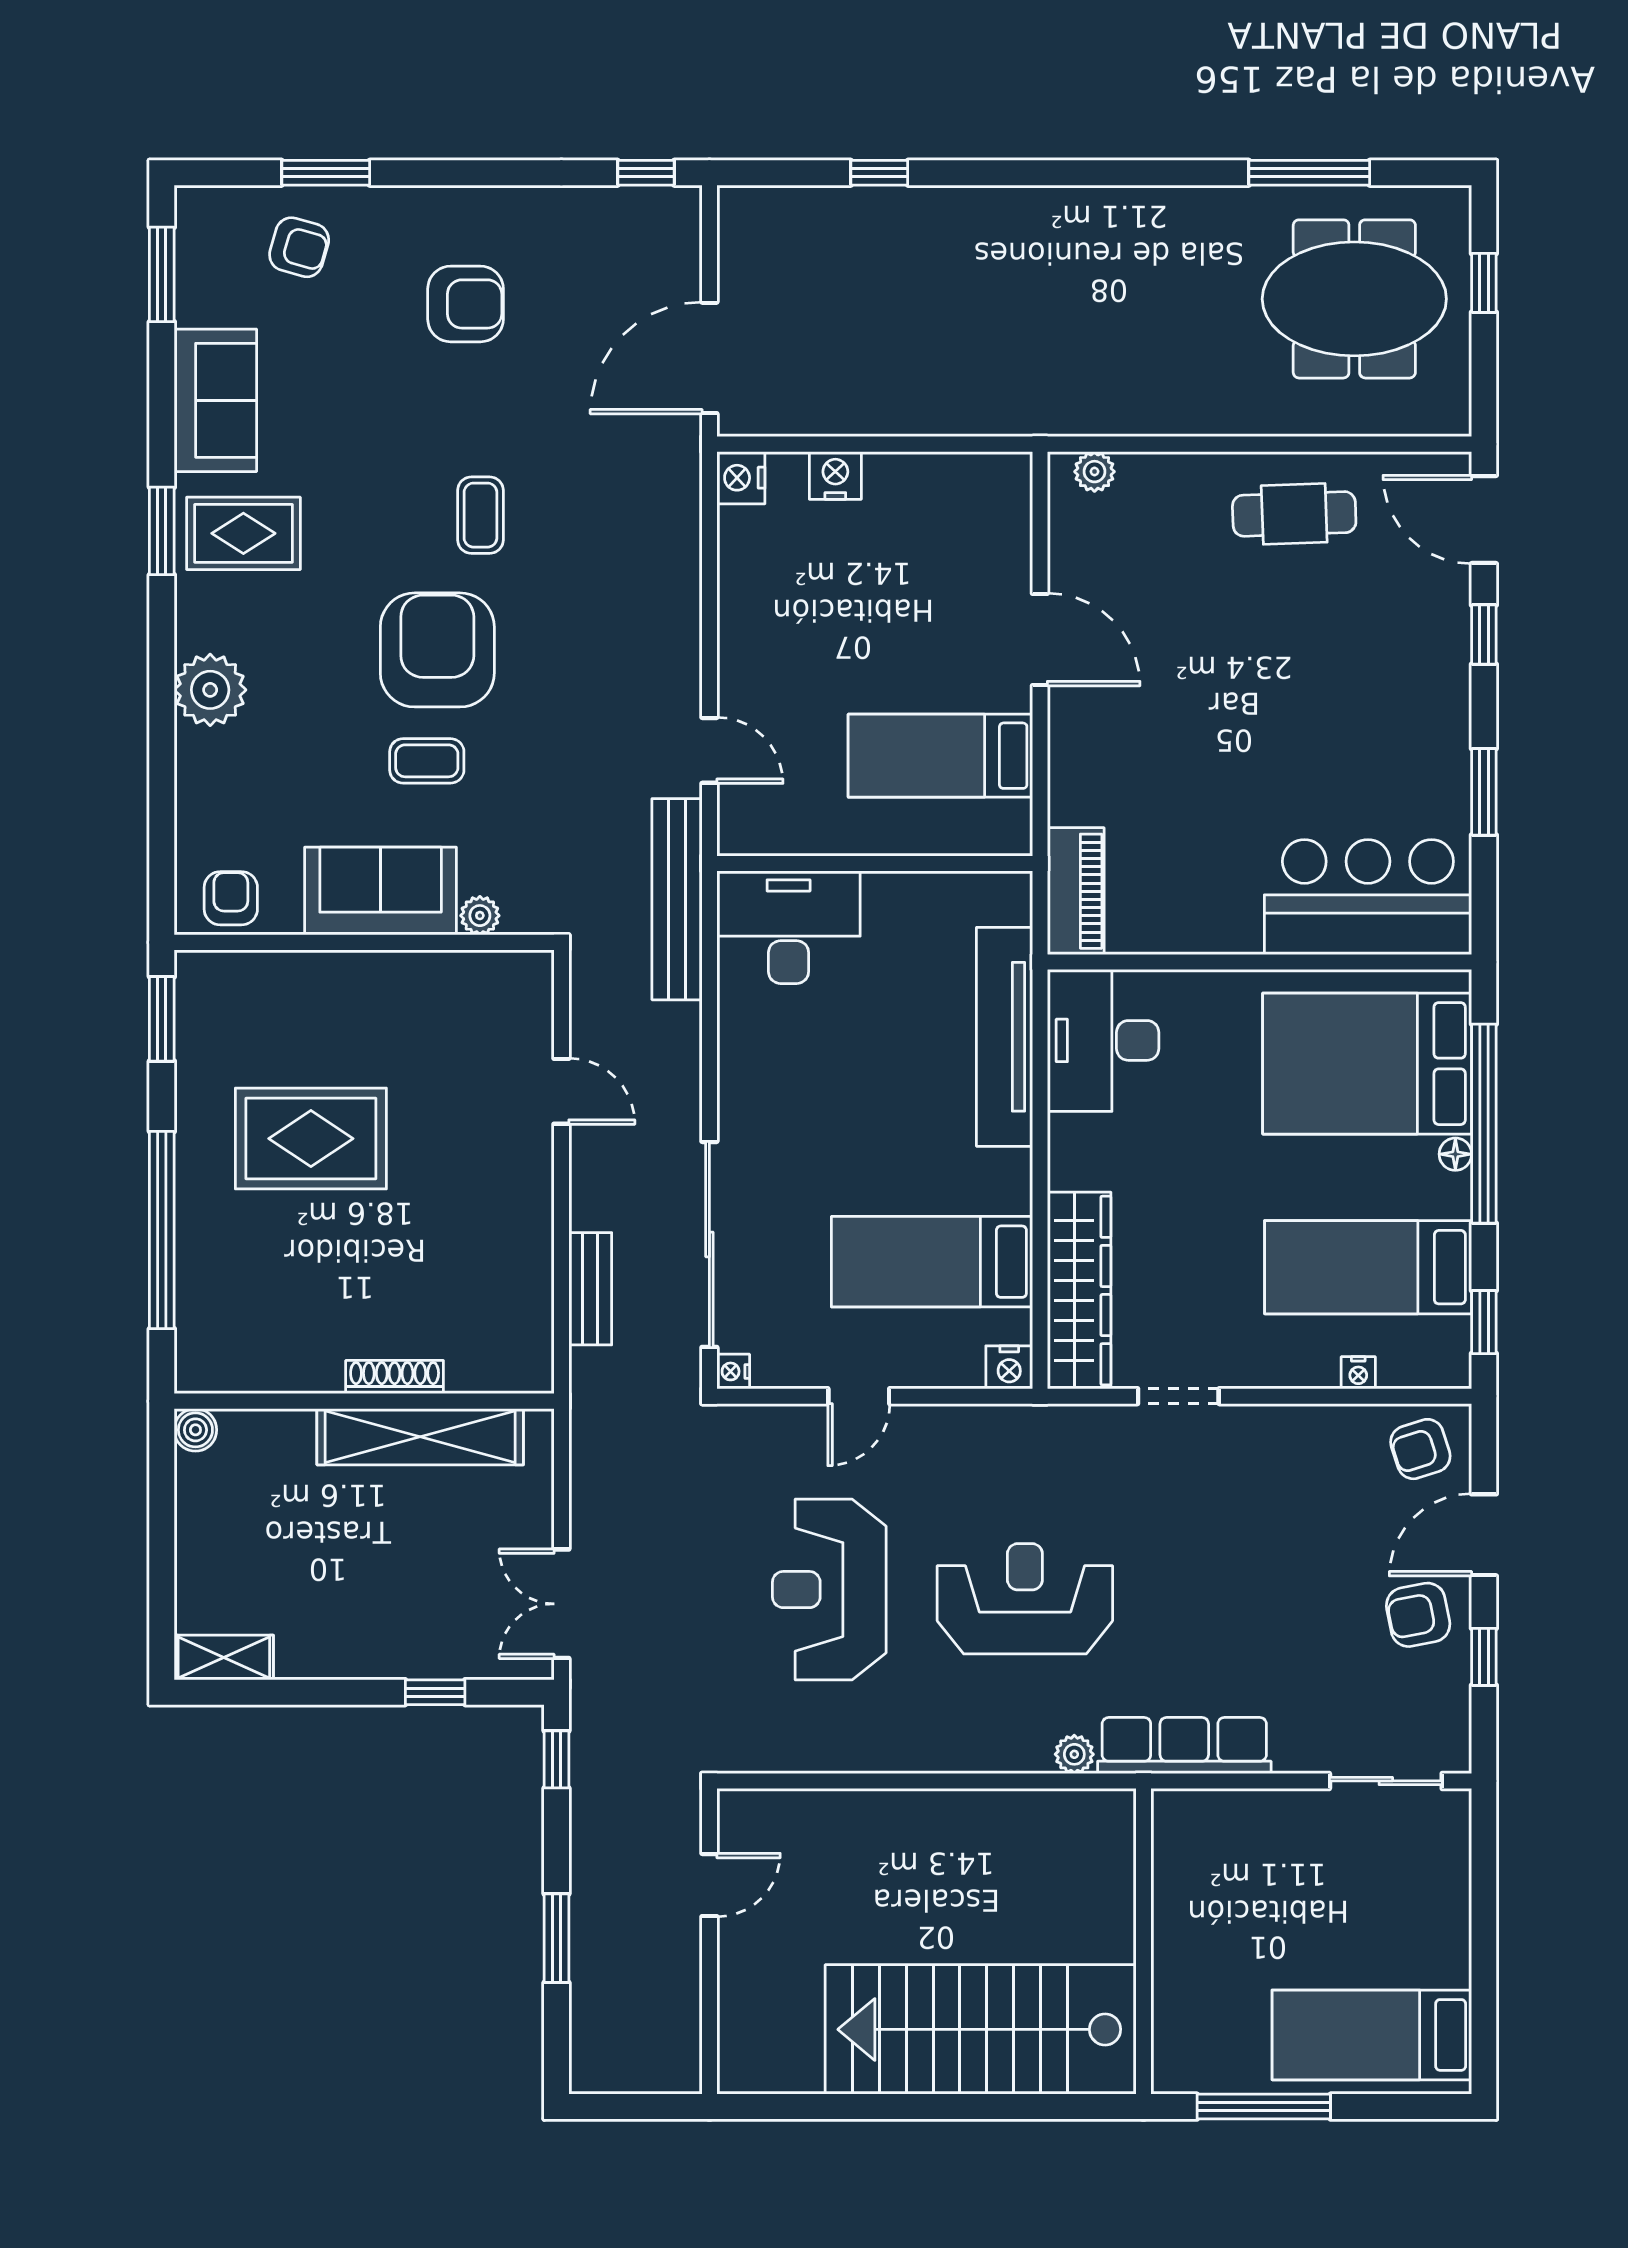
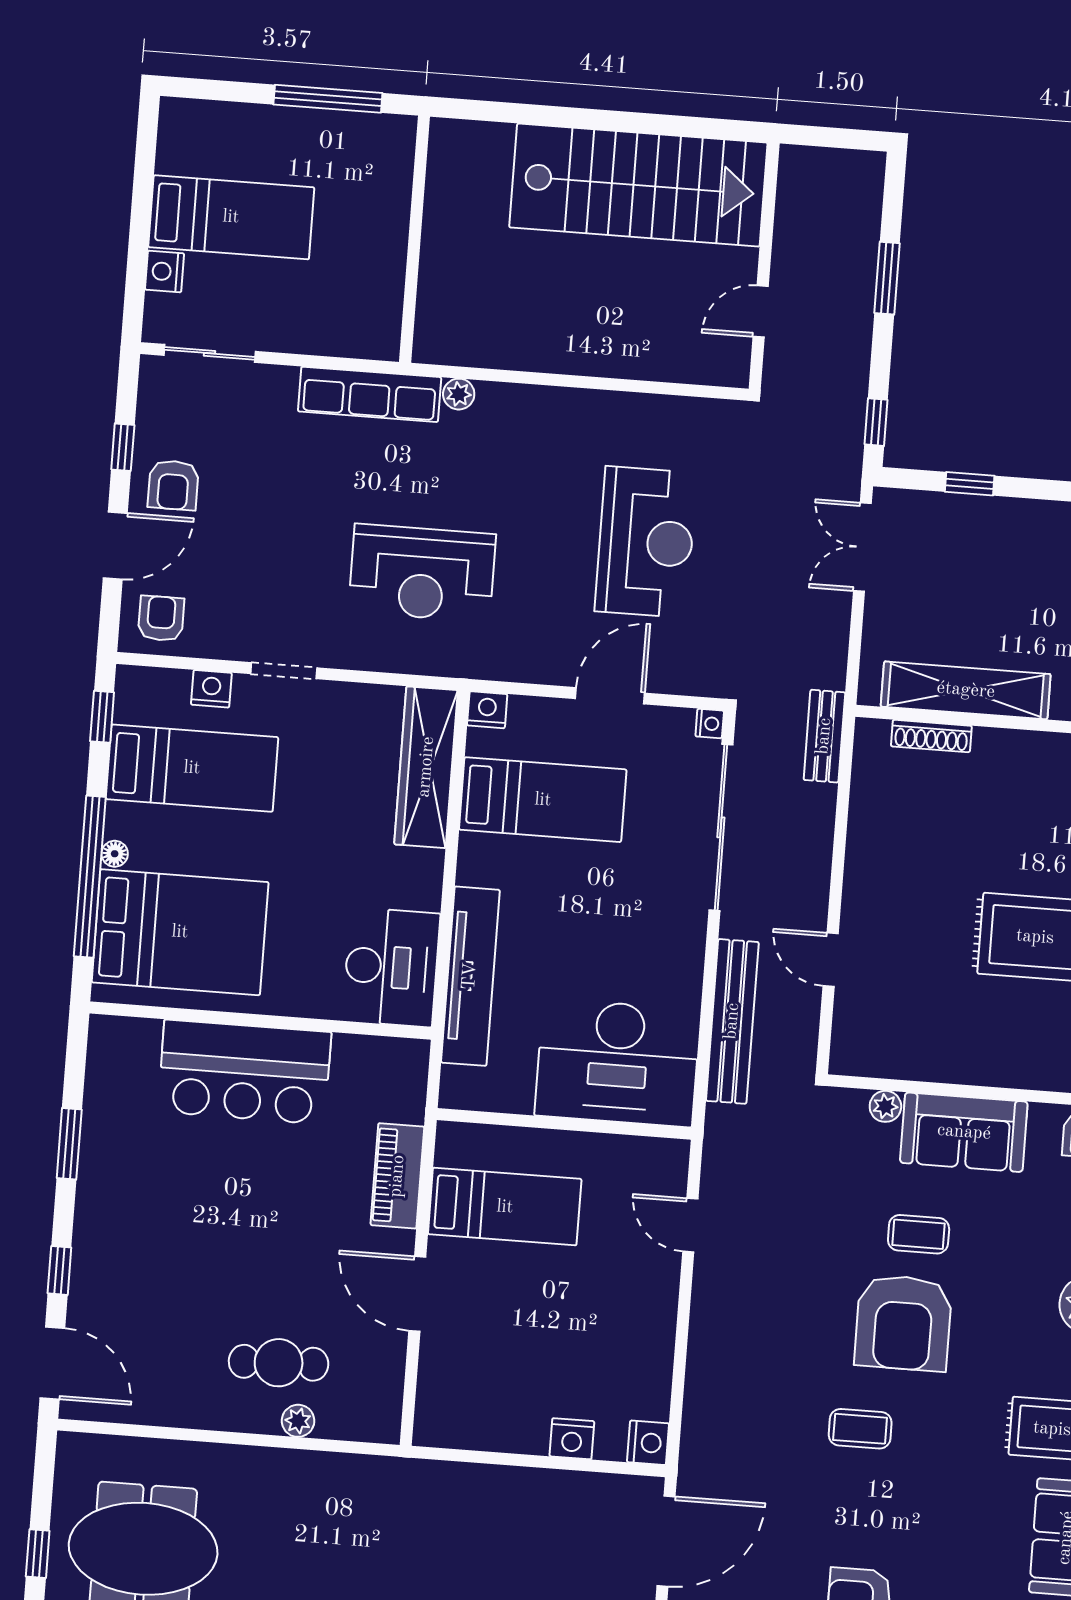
plant: (1094, 472) -> (298, 1421), moved
cafe table: (1294, 514) -> (279, 1363), moved
coffee table: (480, 515) -> (860, 1429), turned 90
piano: (1076, 891) -> (397, 1176), moved
bar counter: (1368, 897) -> (244, 1072), moved
bench: (677, 899) -> (732, 1021), moved
desk: (789, 927) -> (618, 1063), width x1.36, depth x1.30
bench: (590, 1289) -> (824, 736), moved
nightstand: (1358, 1373) -> (211, 689), width x1.39, depth x1.35
shoe rack: (395, 1377) -> (931, 736), moved
door: (859, 1396) -> (610, 696), width x1.38
doorway: (1178, 1396) -> (284, 671), moved
armchair: (1420, 1449) -> (161, 618), turned -72
reception desk: (1025, 1599) -> (422, 573), moved
double door: (561, 1604) -> (862, 547), swing flipped
armchair: (1418, 1615) -> (173, 485), turned 101
nightstand: (1449, 1878) -> (165, 271), added
stairs: (981, 2029) -> (638, 185), moved
bed: (1372, 2035) -> (231, 217), moved

